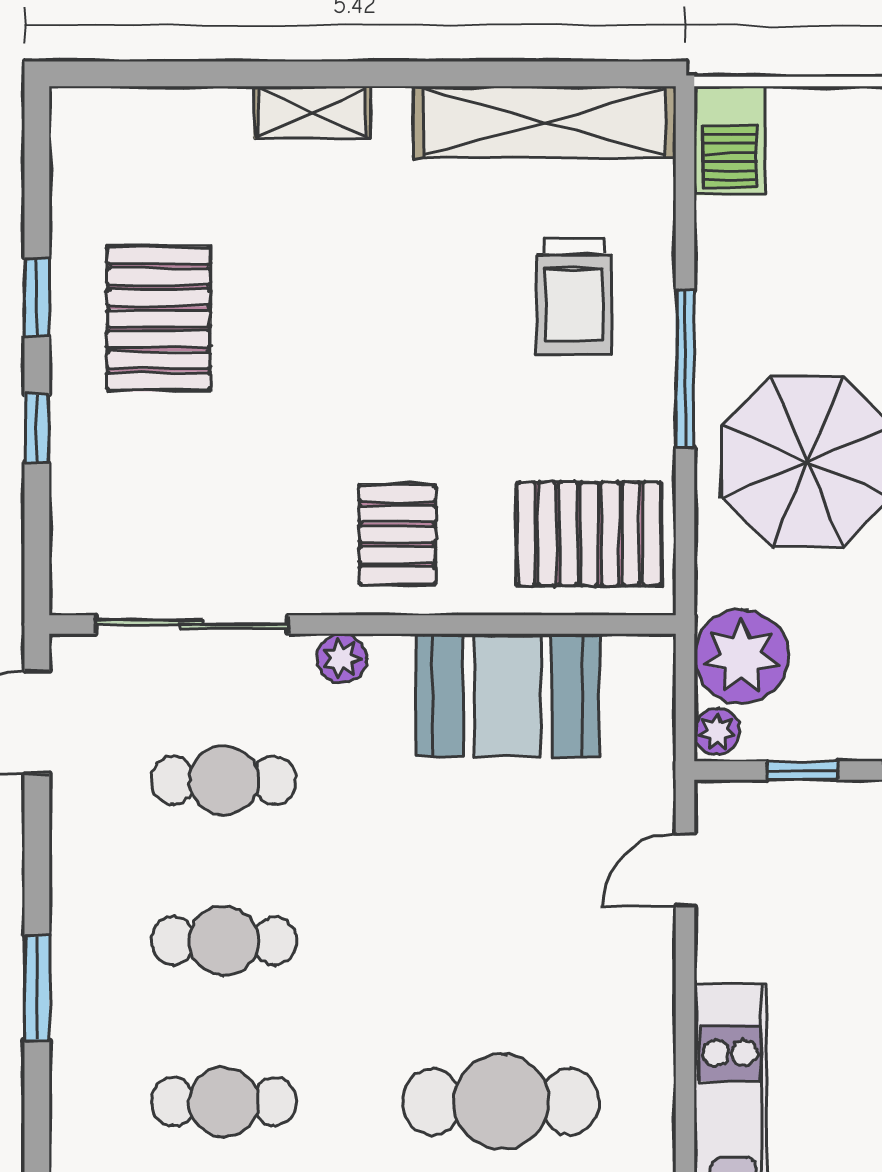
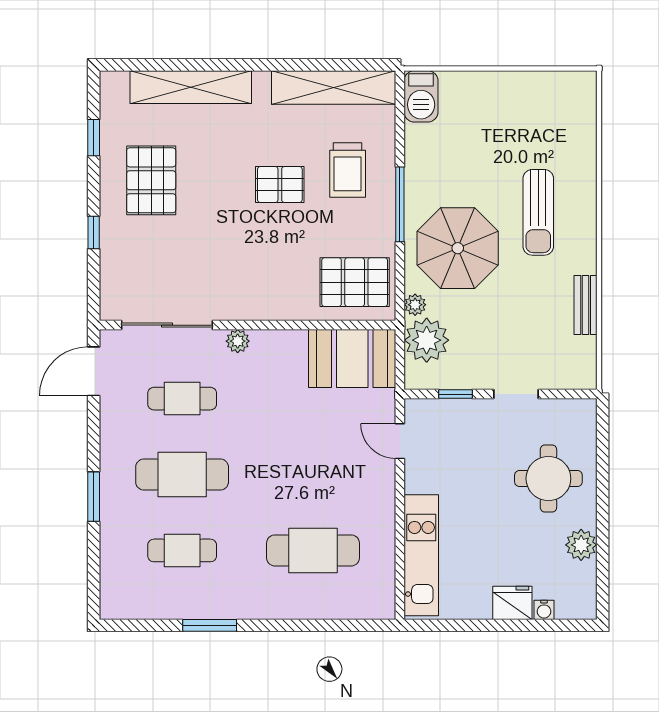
shelving: (312, 112) -> (191, 87), width x2.20, depth x1.33
window: (37, 297) -> (94, 138), moved
pallet: (397, 534) -> (280, 185), moved, turned 90
booth: (508, 695) -> (352, 358), moved
plant: (717, 732) -> (415, 305), moved
door: (685, 870) -> (400, 441), hinge flipped
cafe table: (224, 941) -> (182, 475), width x1.37, depth x1.35

